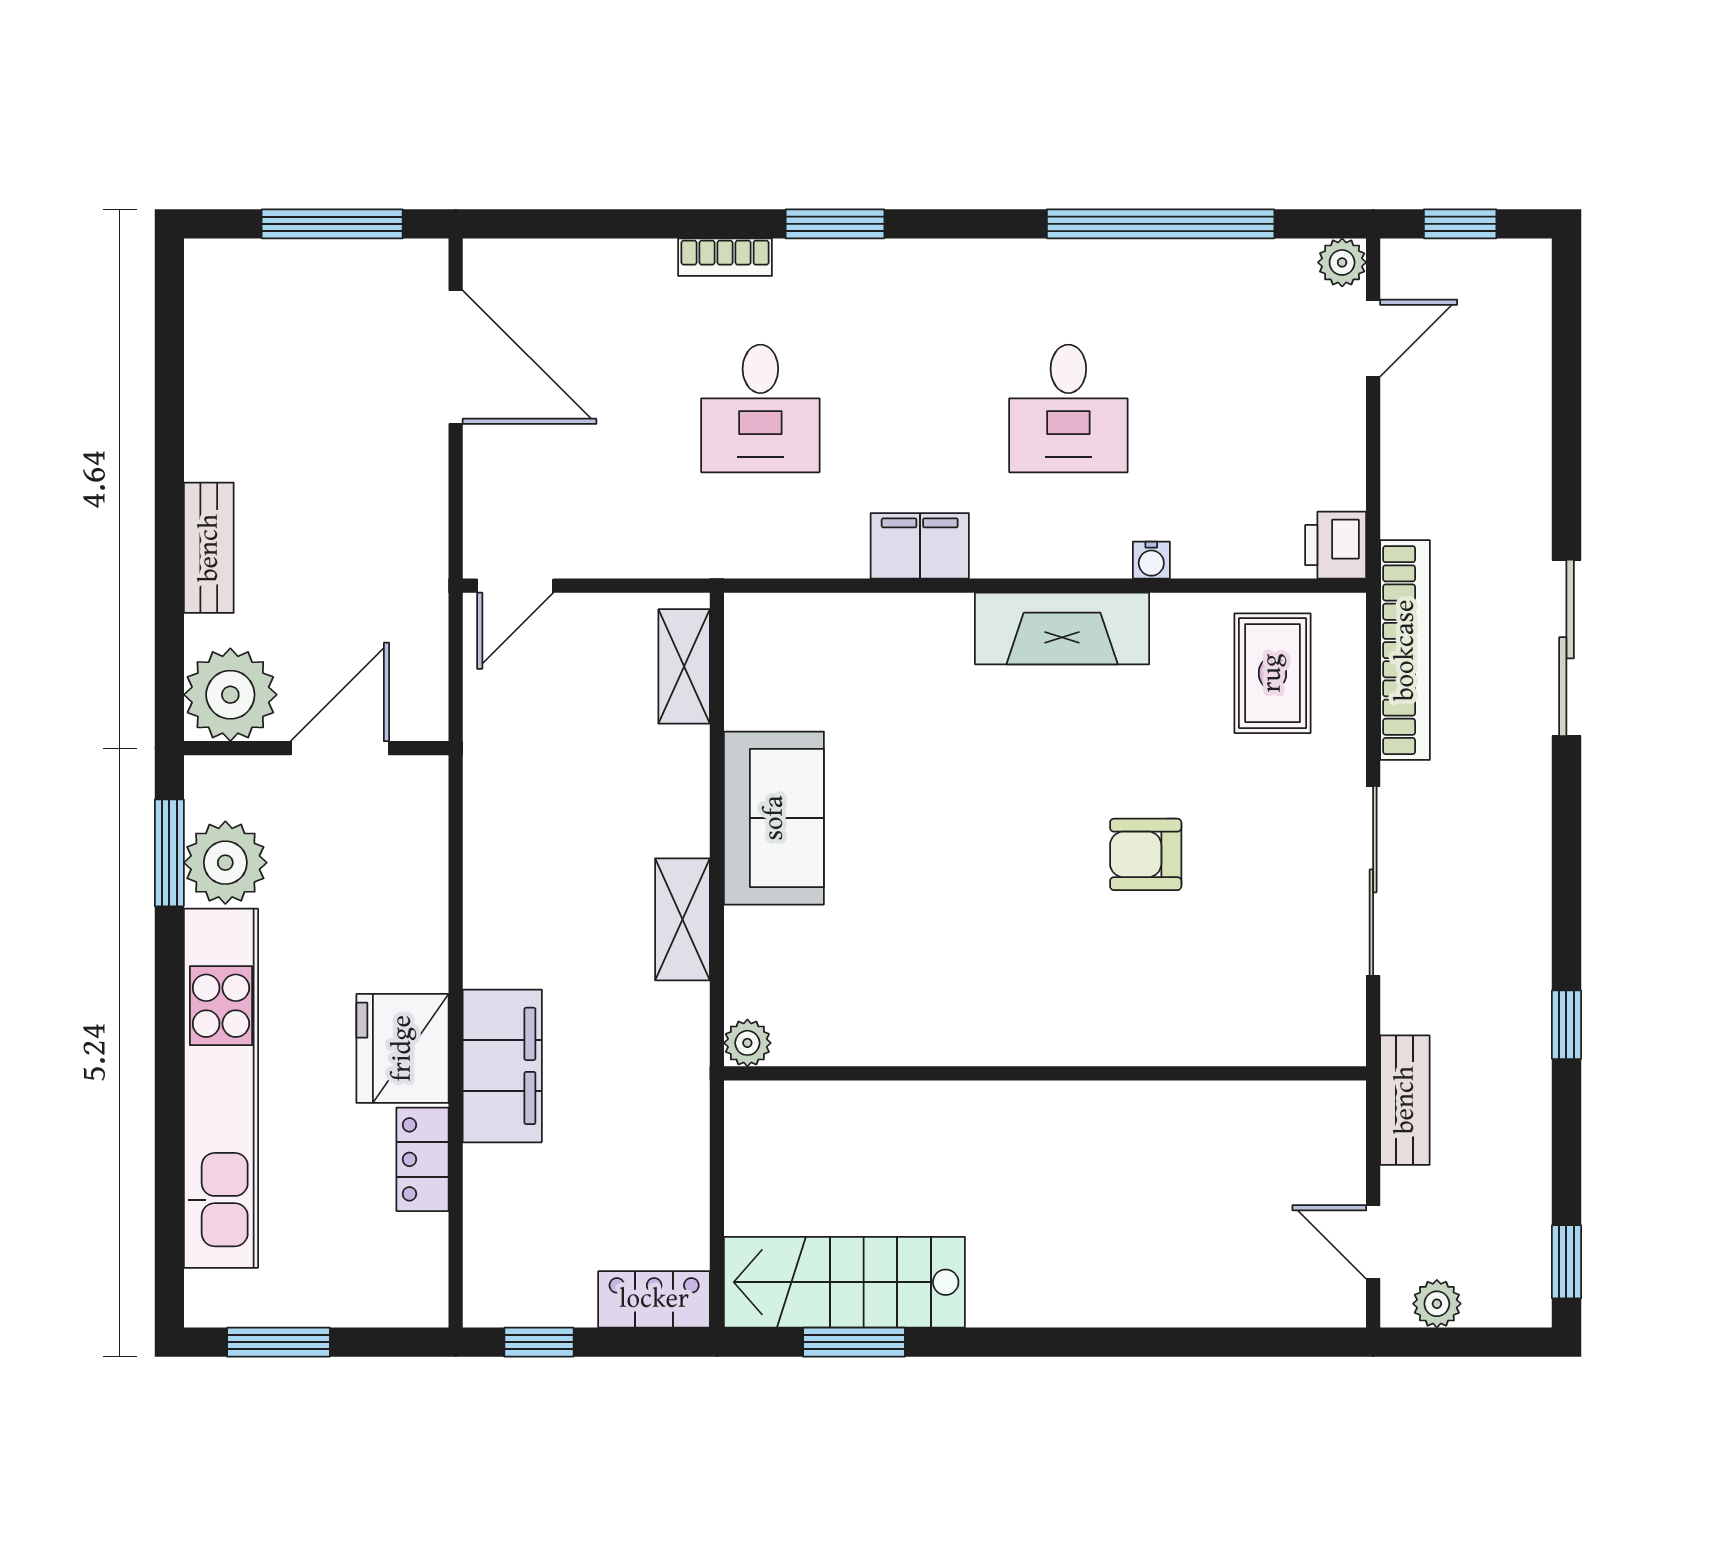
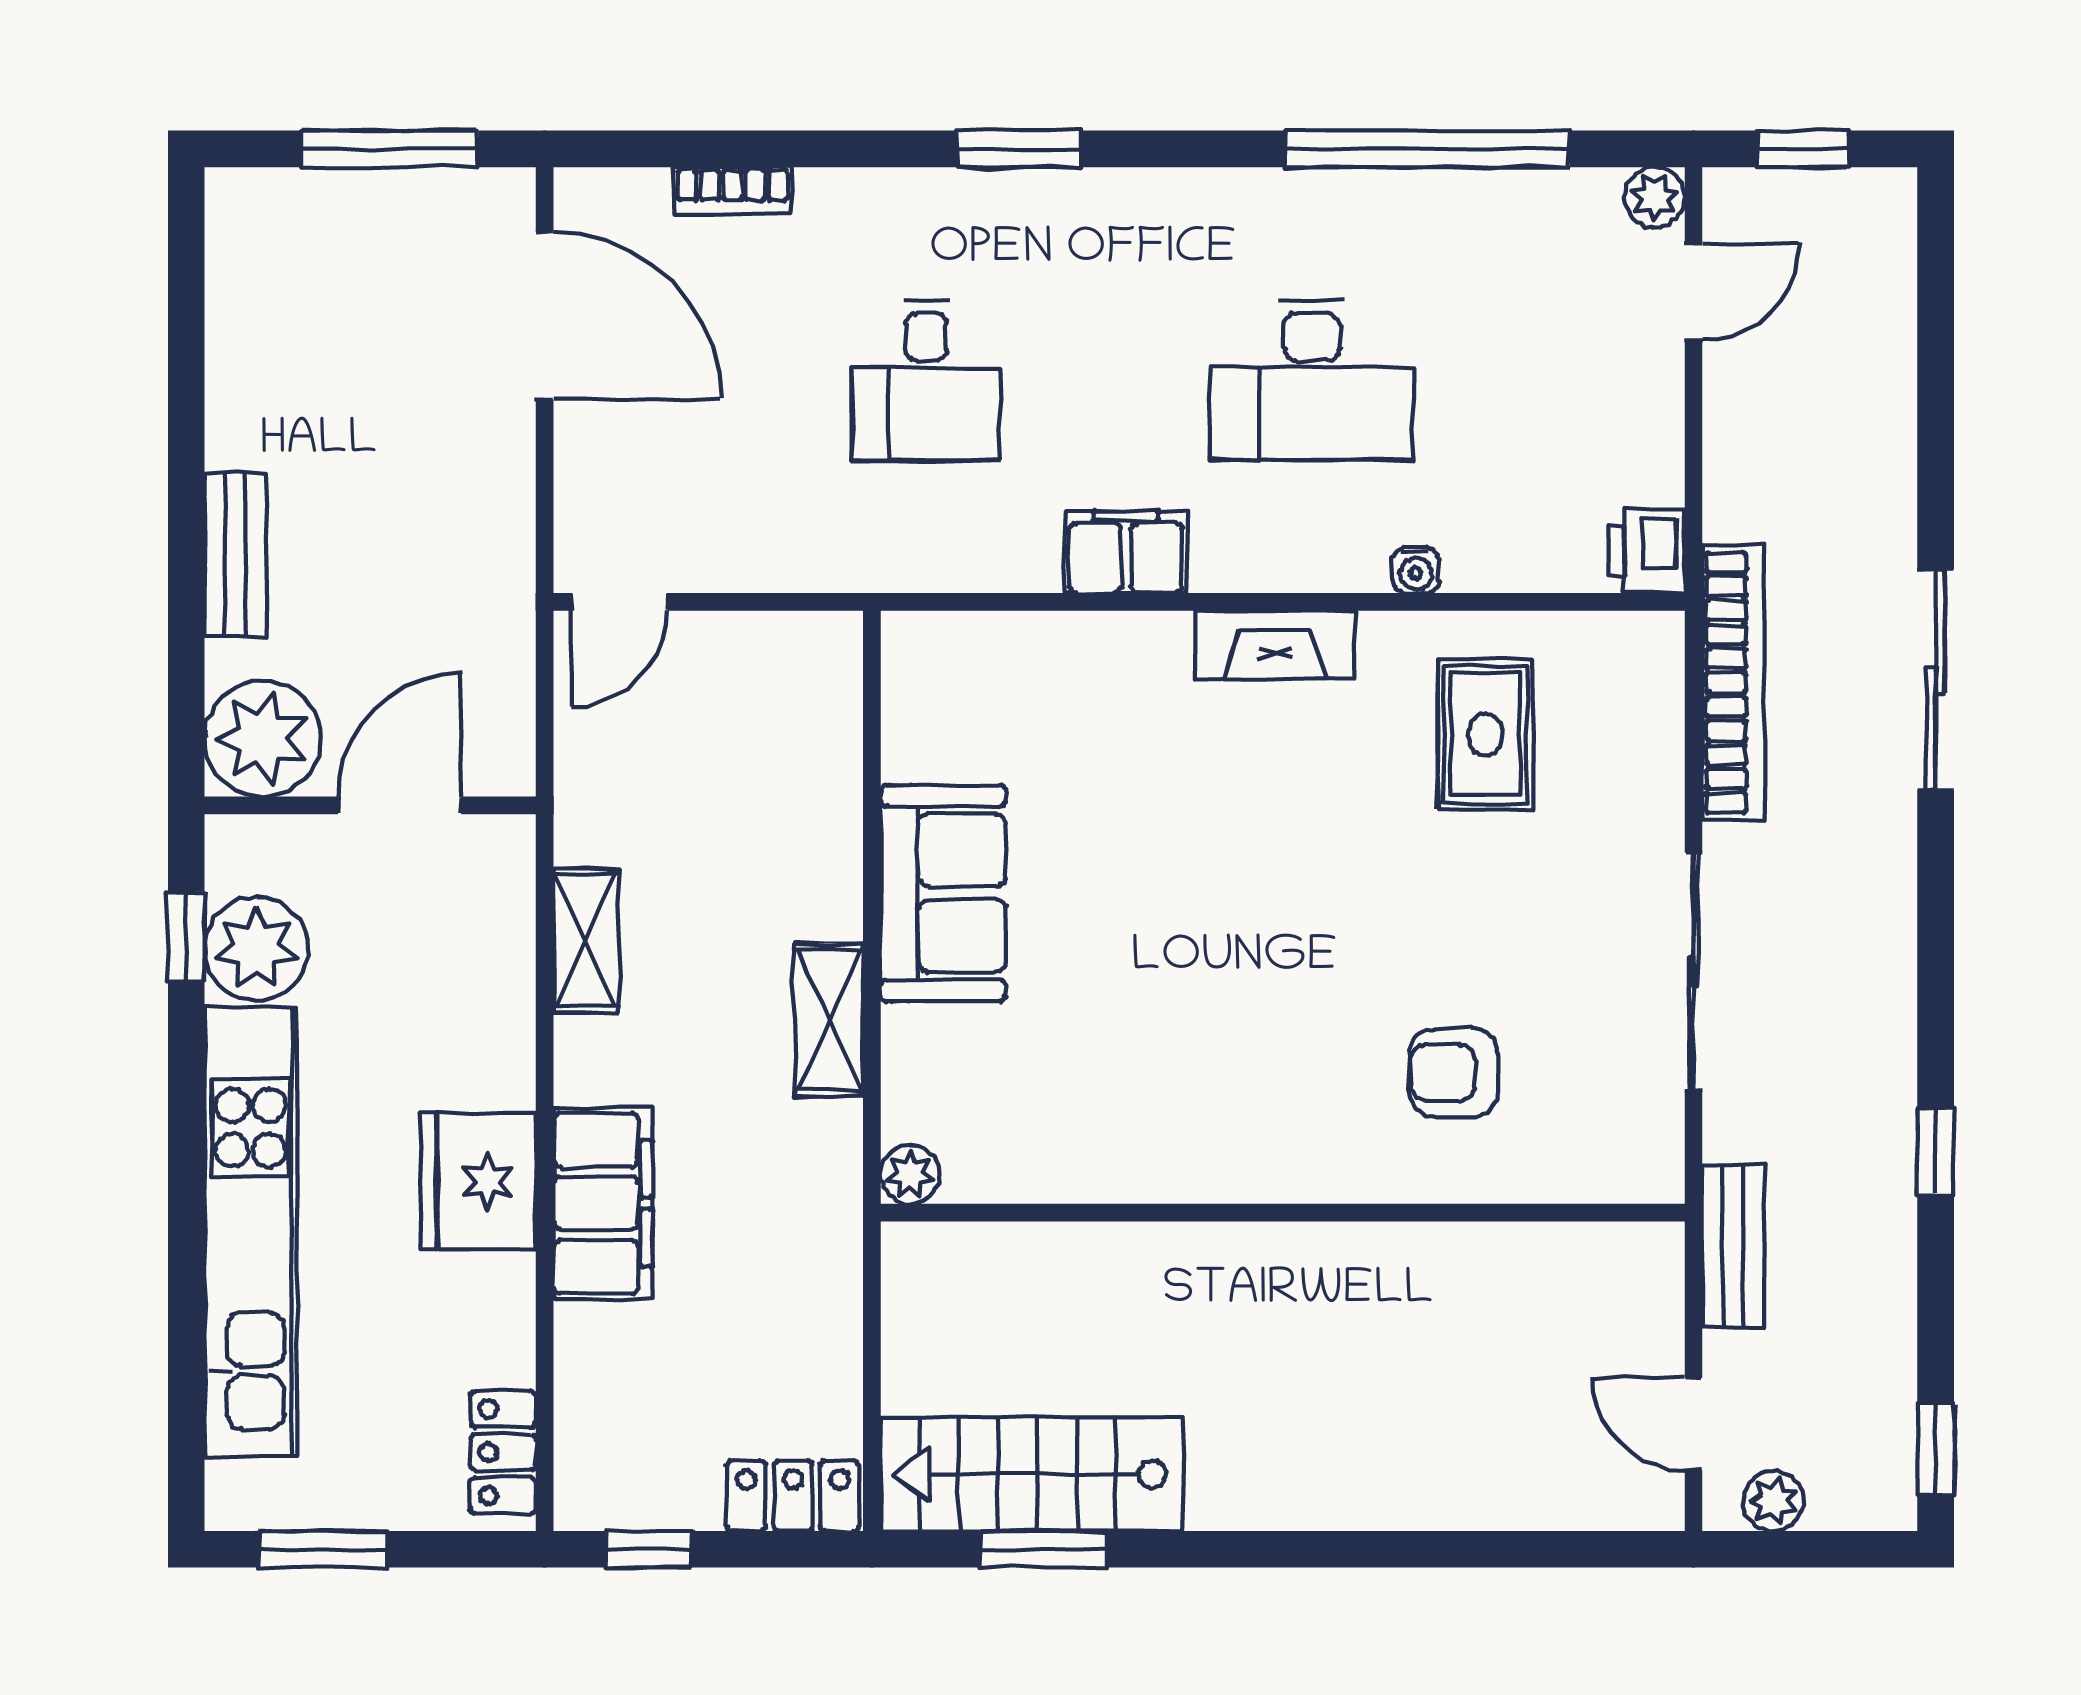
bookcase: (725, 257) -> (733, 191), moved
desk: (1068, 408) -> (1312, 380), width x1.37
fireplace: (1062, 628) -> (1275, 645), width x0.73, depth x0.76
shelving: (684, 666) -> (586, 940), moved
rug: (1272, 673) -> (1485, 735), moved
window: (169, 853) -> (186, 937), width x0.67
armchair: (1146, 854) -> (1454, 1073), moved
locker: (423, 1159) -> (503, 1452), moved

